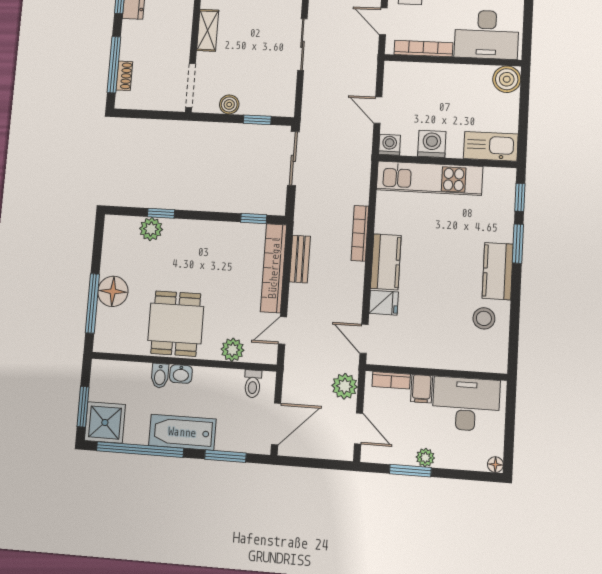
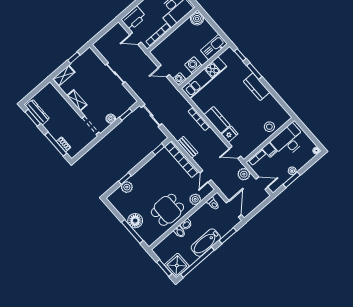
stool: (484, 318) -> (269, 127), moved
dining table: (176, 324) -> (167, 210), turned 90

